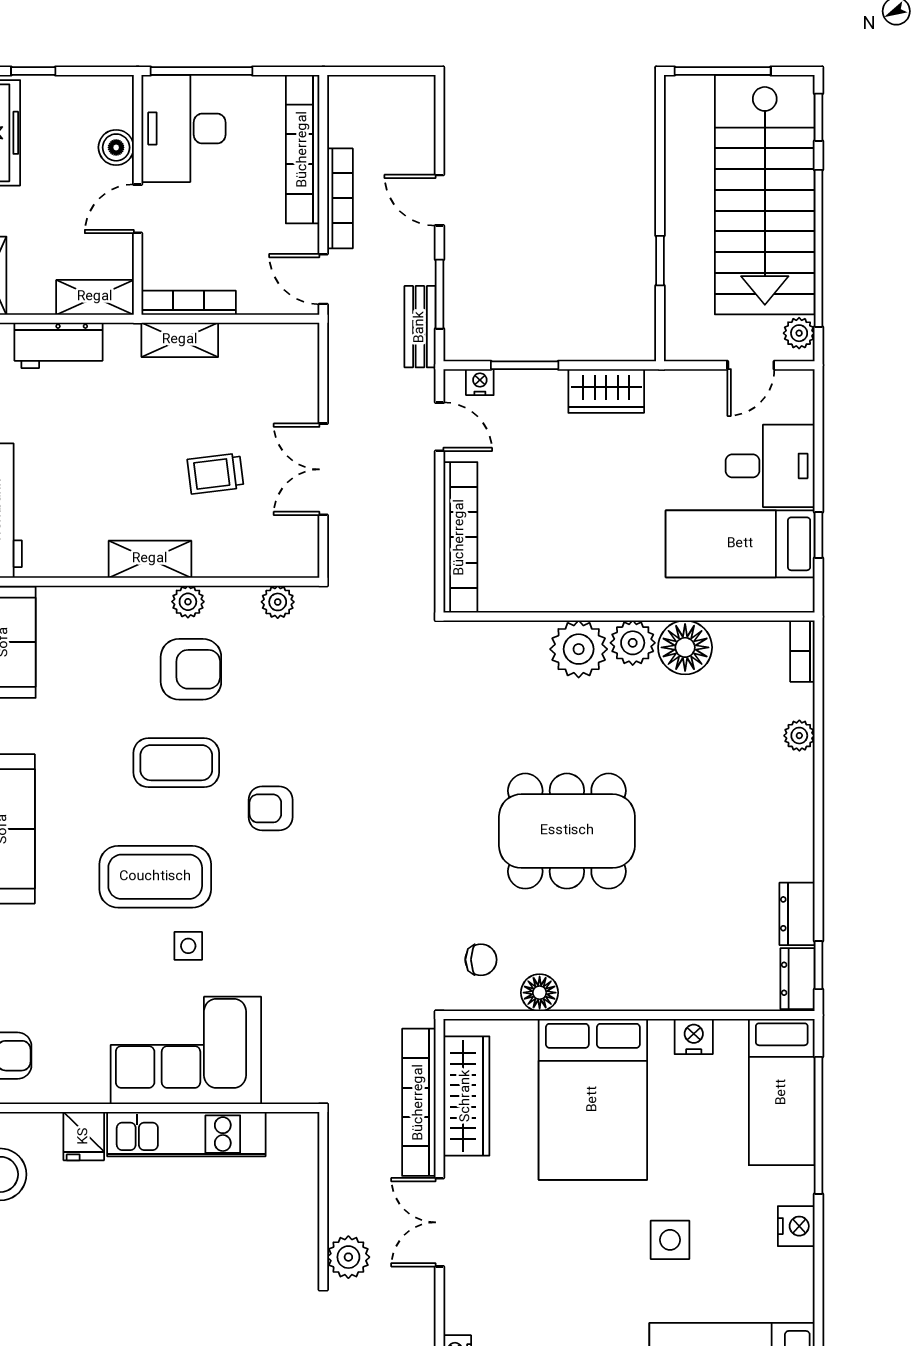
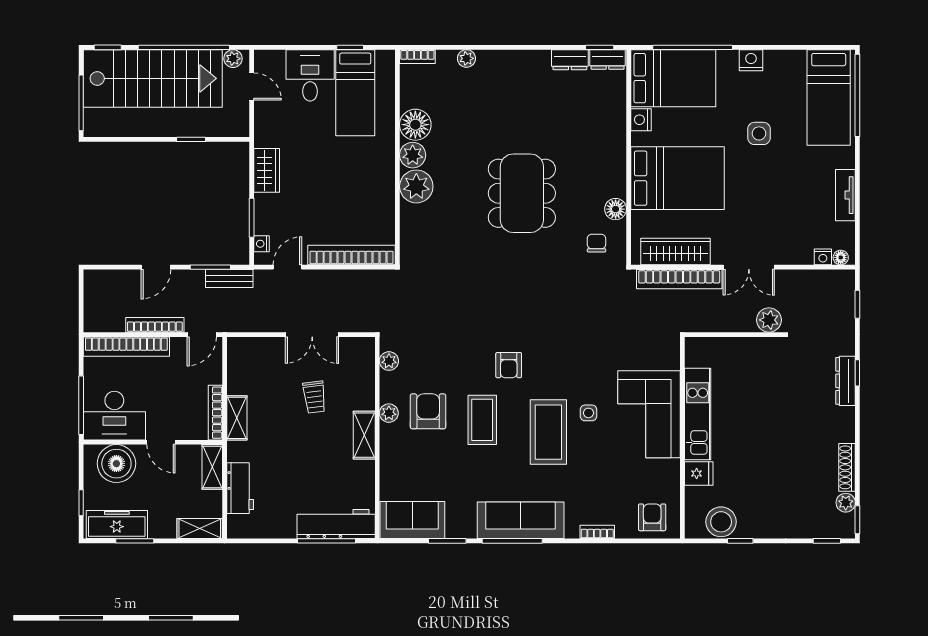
boiler: (116, 147) -> (116, 464), width x1.86, depth x1.86
bed: (782, 1092) -> (673, 78), width x1.50

